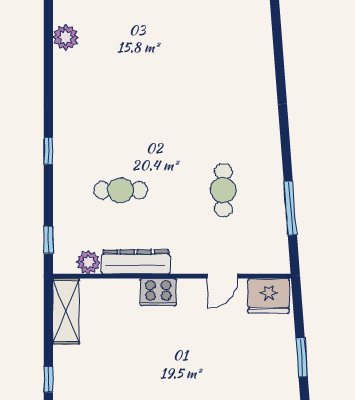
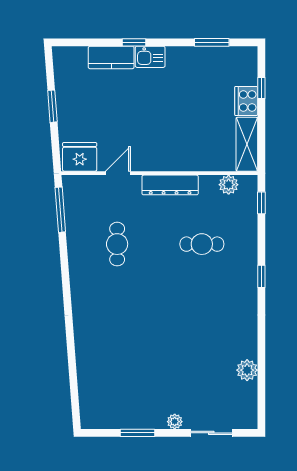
window: (290, 208) -> (60, 210), moved
dresser: (136, 262) -> (170, 185), moved
cooker: (158, 292) -> (246, 101), moved, turned -90

